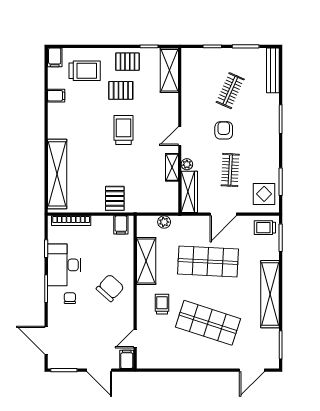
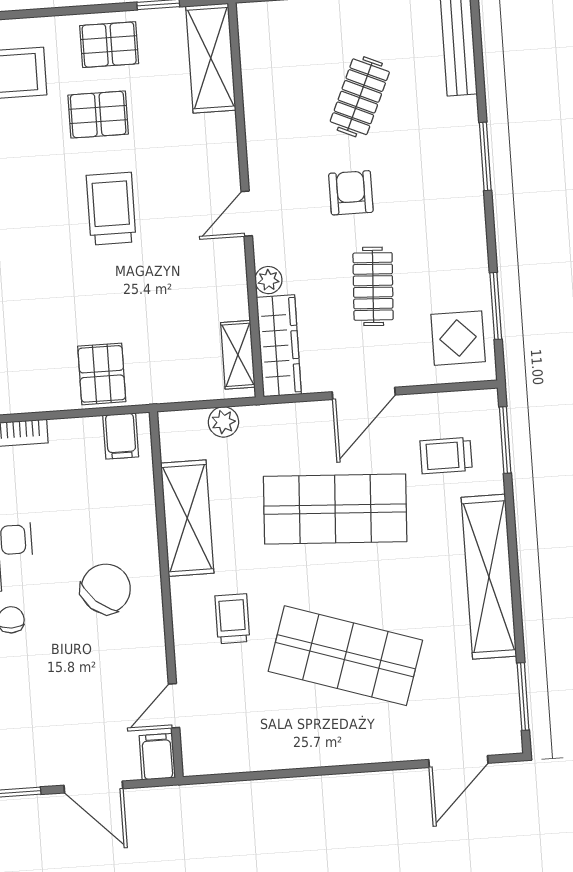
shelving: (172, 167) -> (238, 355), moved
trolley: (265, 228) -> (446, 456), moved

